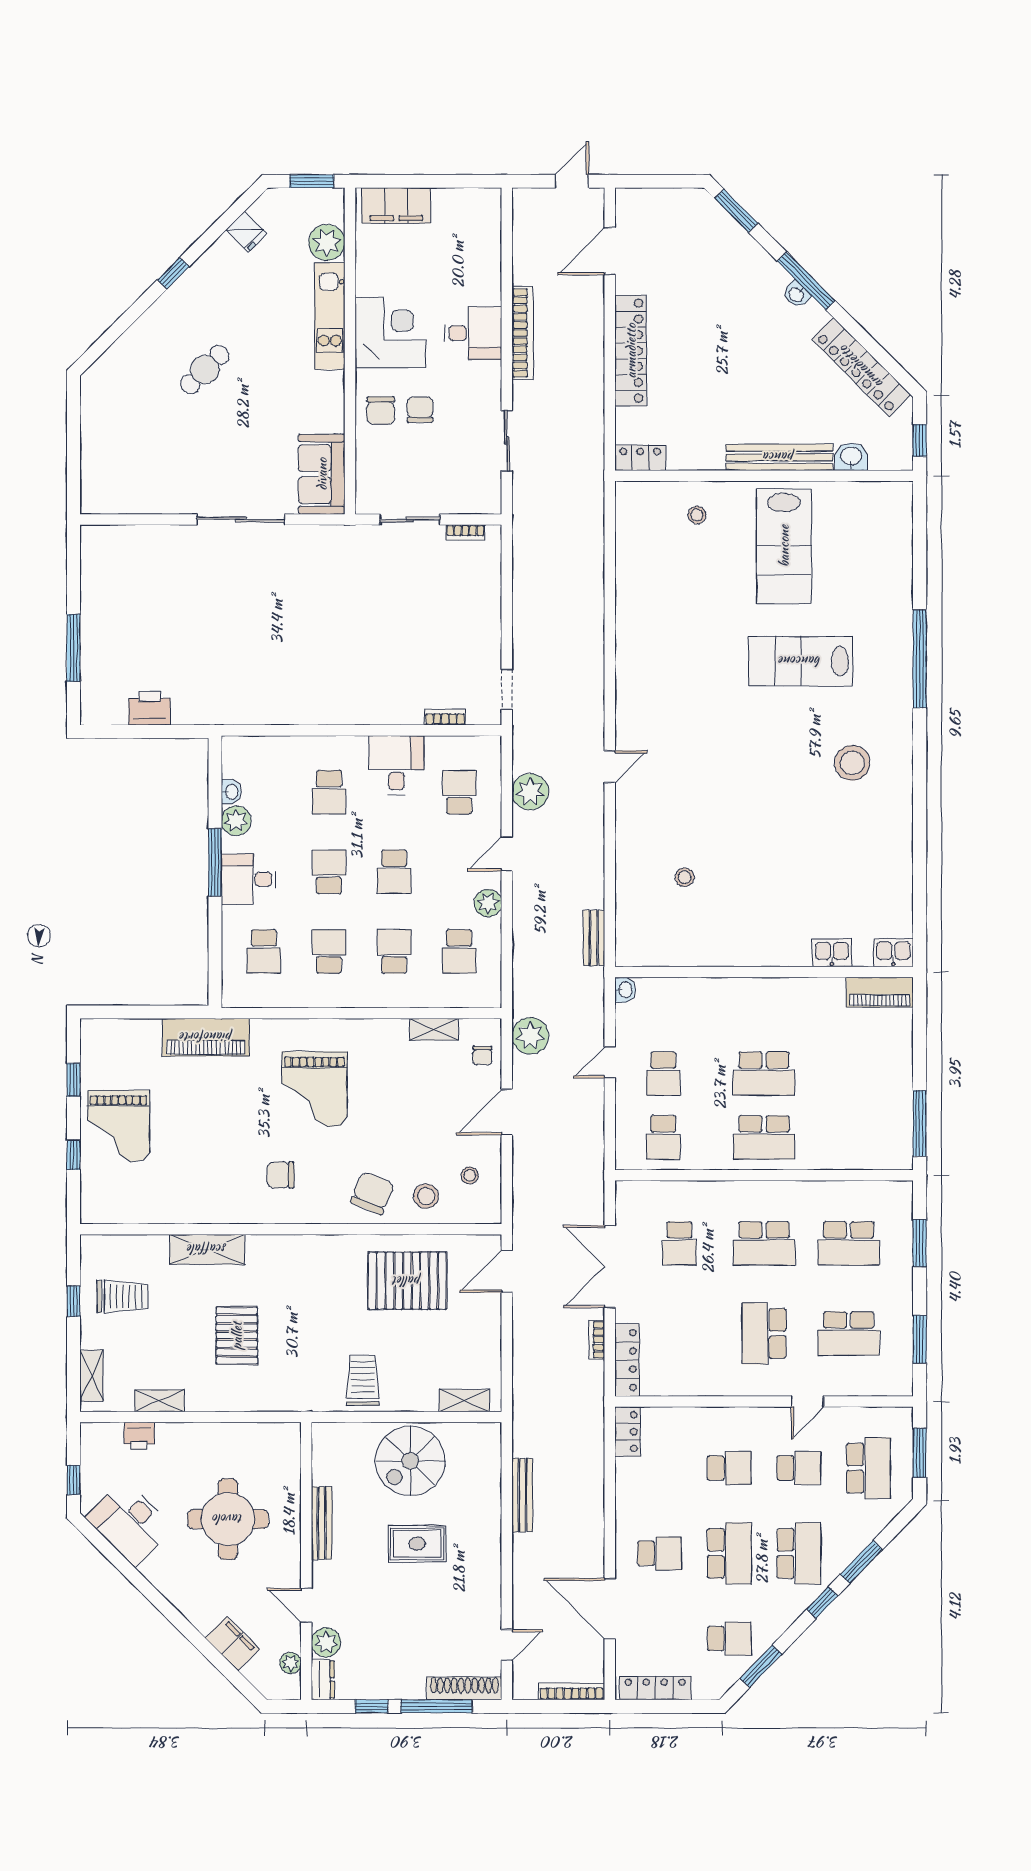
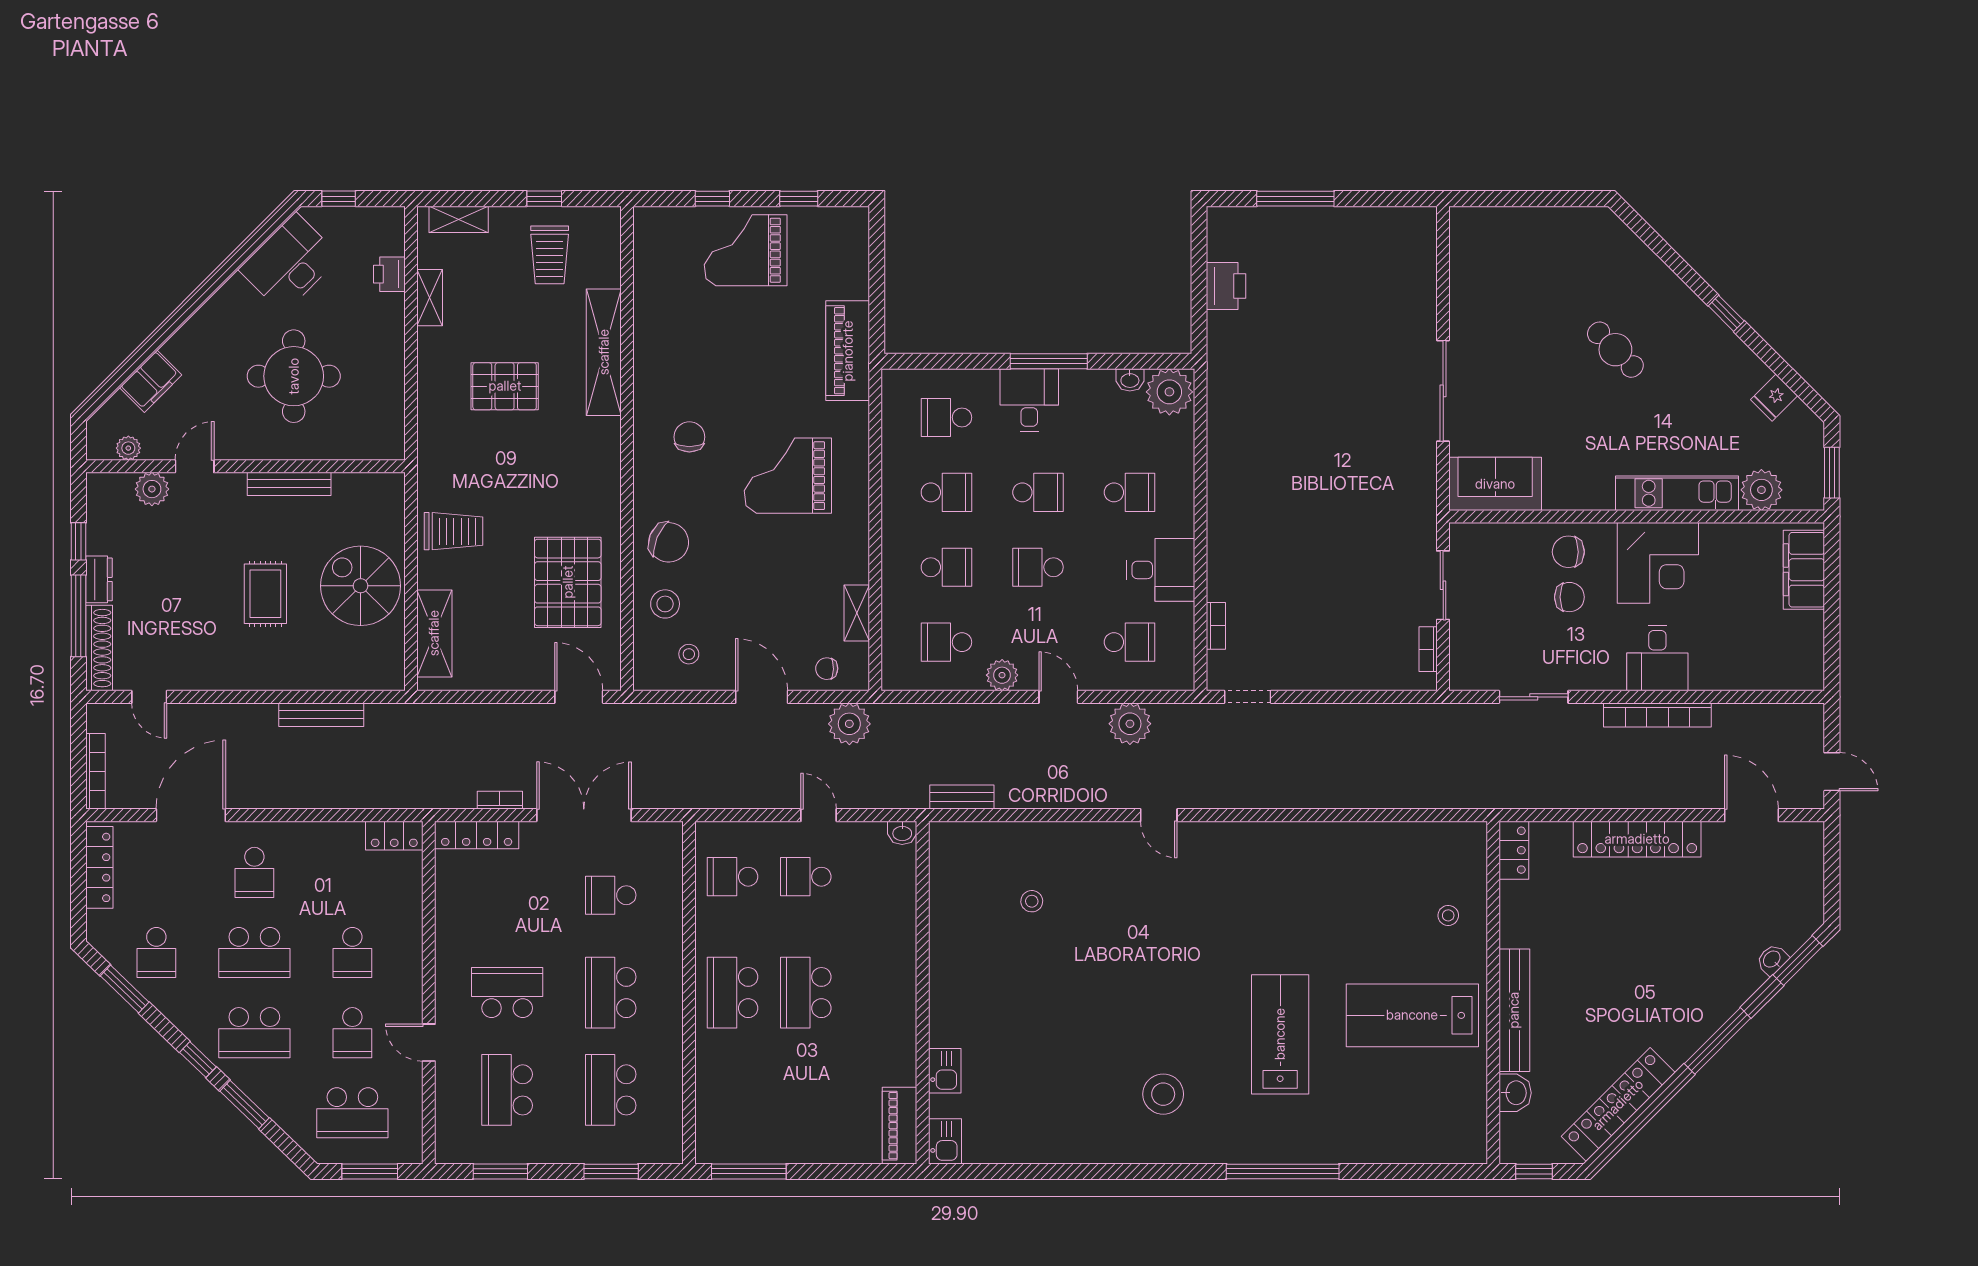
washbasin: (796, 294) -> (1772, 960), moved
school desk: (329, 792) -> (1129, 492), turned 180
plant: (236, 821) -> (1169, 392), moved, width x1.36, depth x1.36
shelving: (207, 1249) -> (604, 352), width x1.47
shelving: (464, 1400) -> (434, 633), width x1.50, depth x1.33
dresser: (323, 1680) -> (99, 579), moved, turned -90

